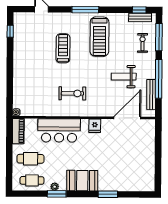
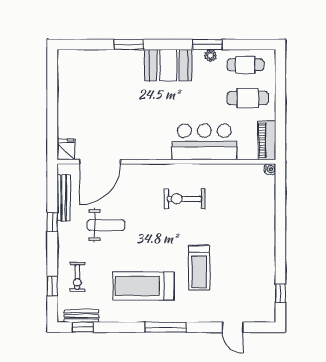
treadmill: (99, 37) -> (143, 286), turned -90
window: (159, 37) -> (52, 286), width x0.46
window: (159, 79) -> (52, 222), width x0.32
fridge: (95, 126) -> (66, 149), moved

